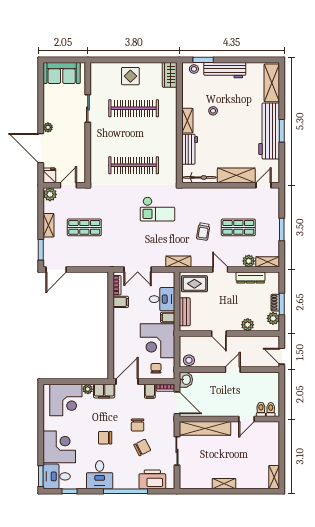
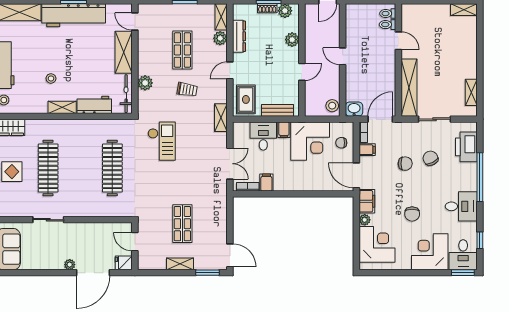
plant: (50, 194) -> (145, 83), moved
chair: (105, 438) -> (412, 214), moved
shelving: (224, 484) -> (471, 92), moved

